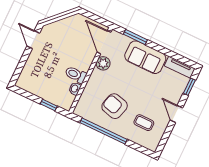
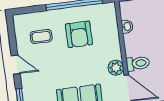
toilet: (76, 75) -> (138, 63), moved
armchair: (115, 106) -> (79, 34), turned 75

